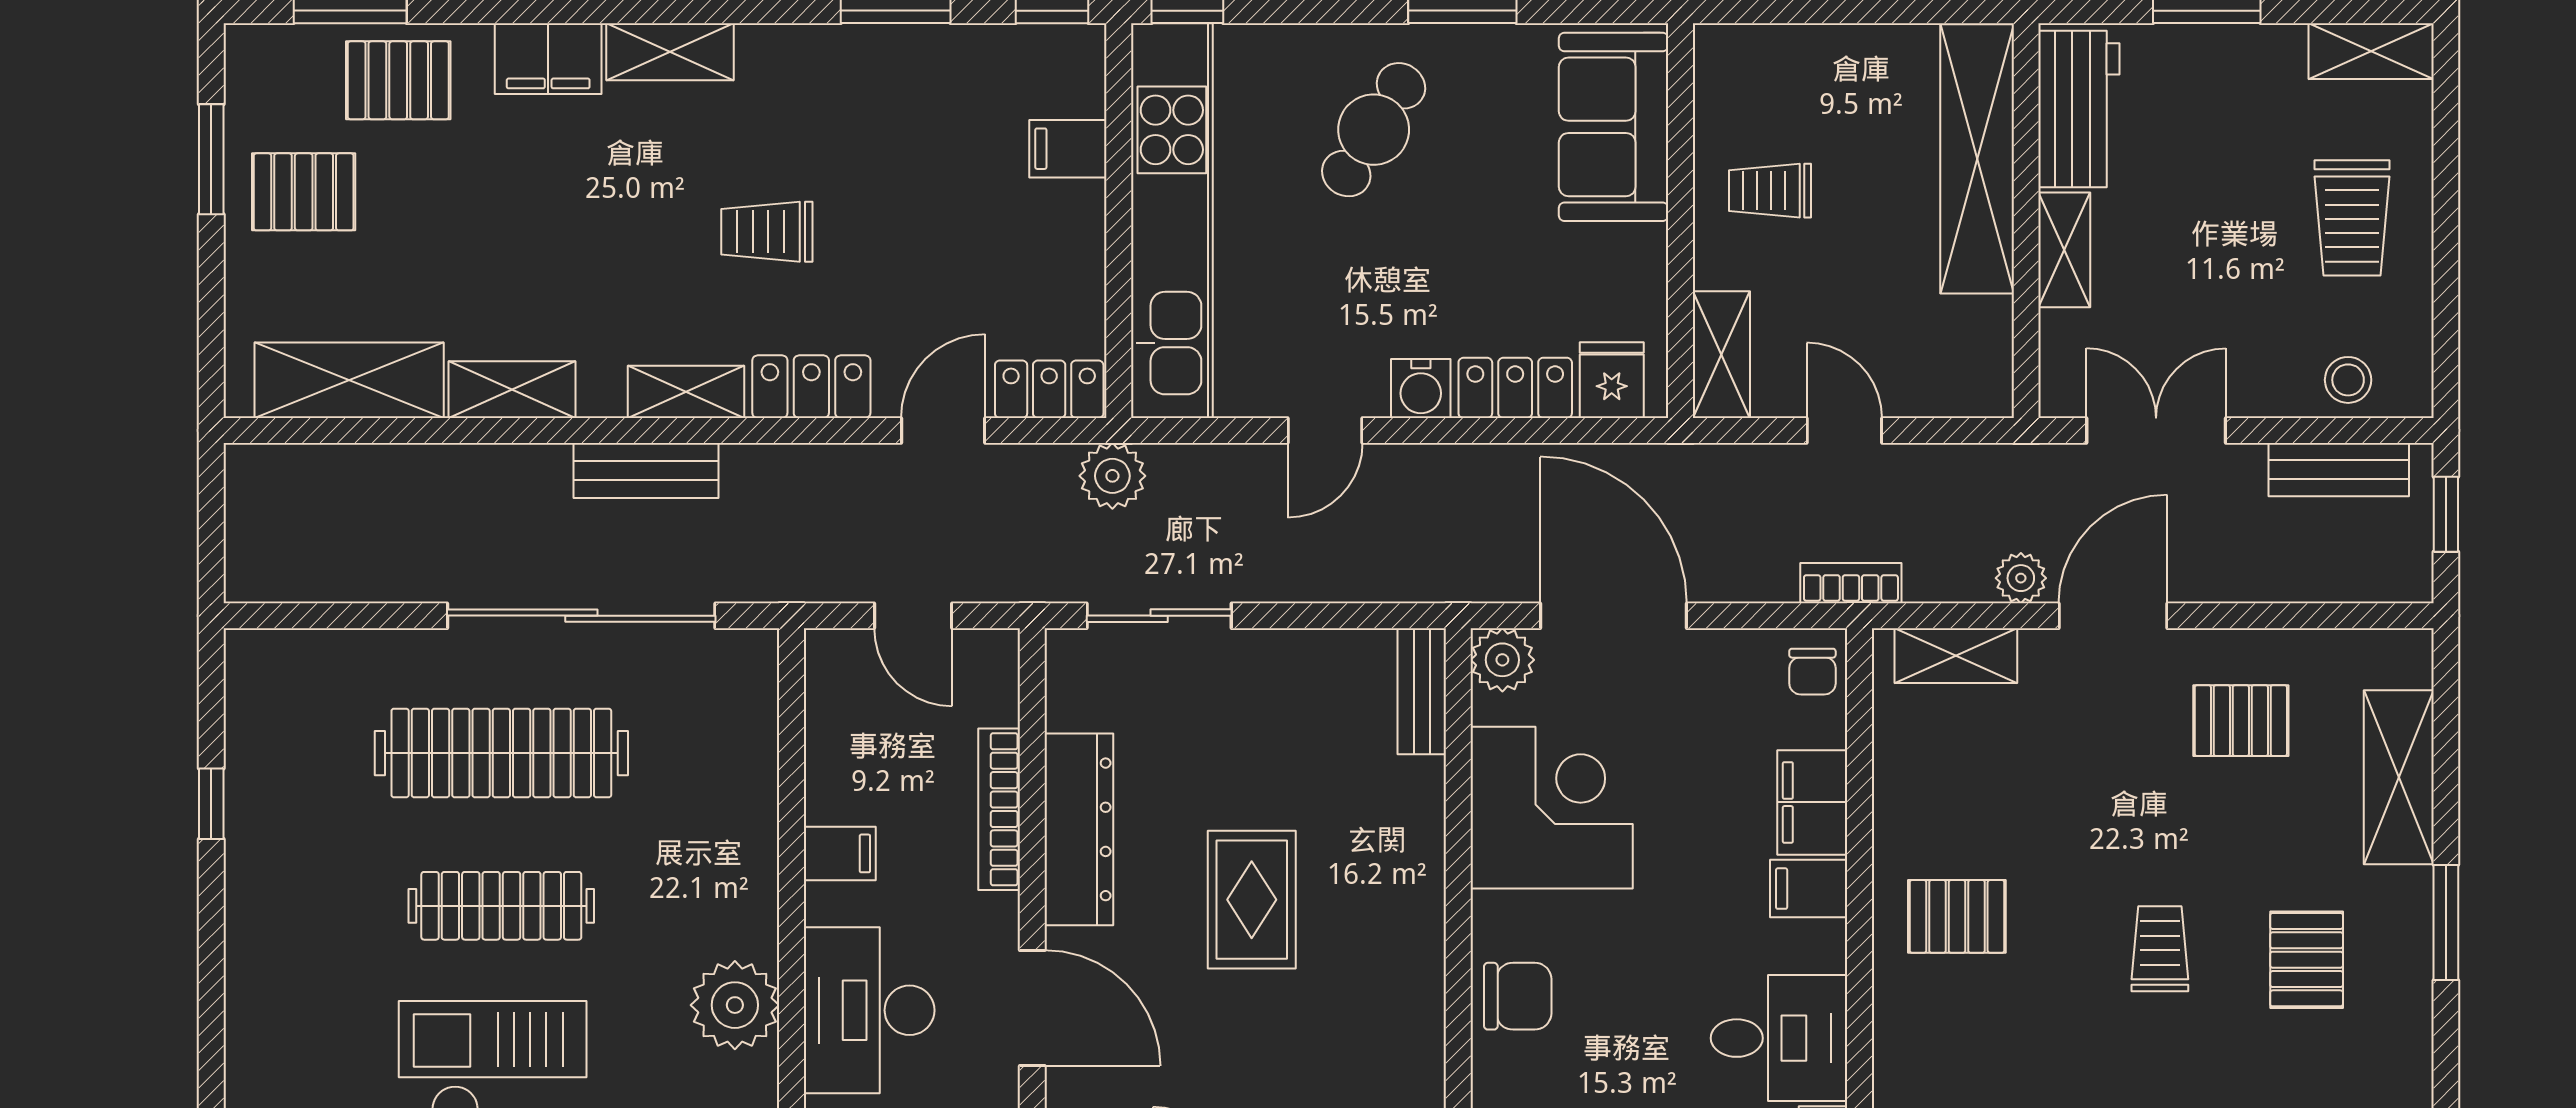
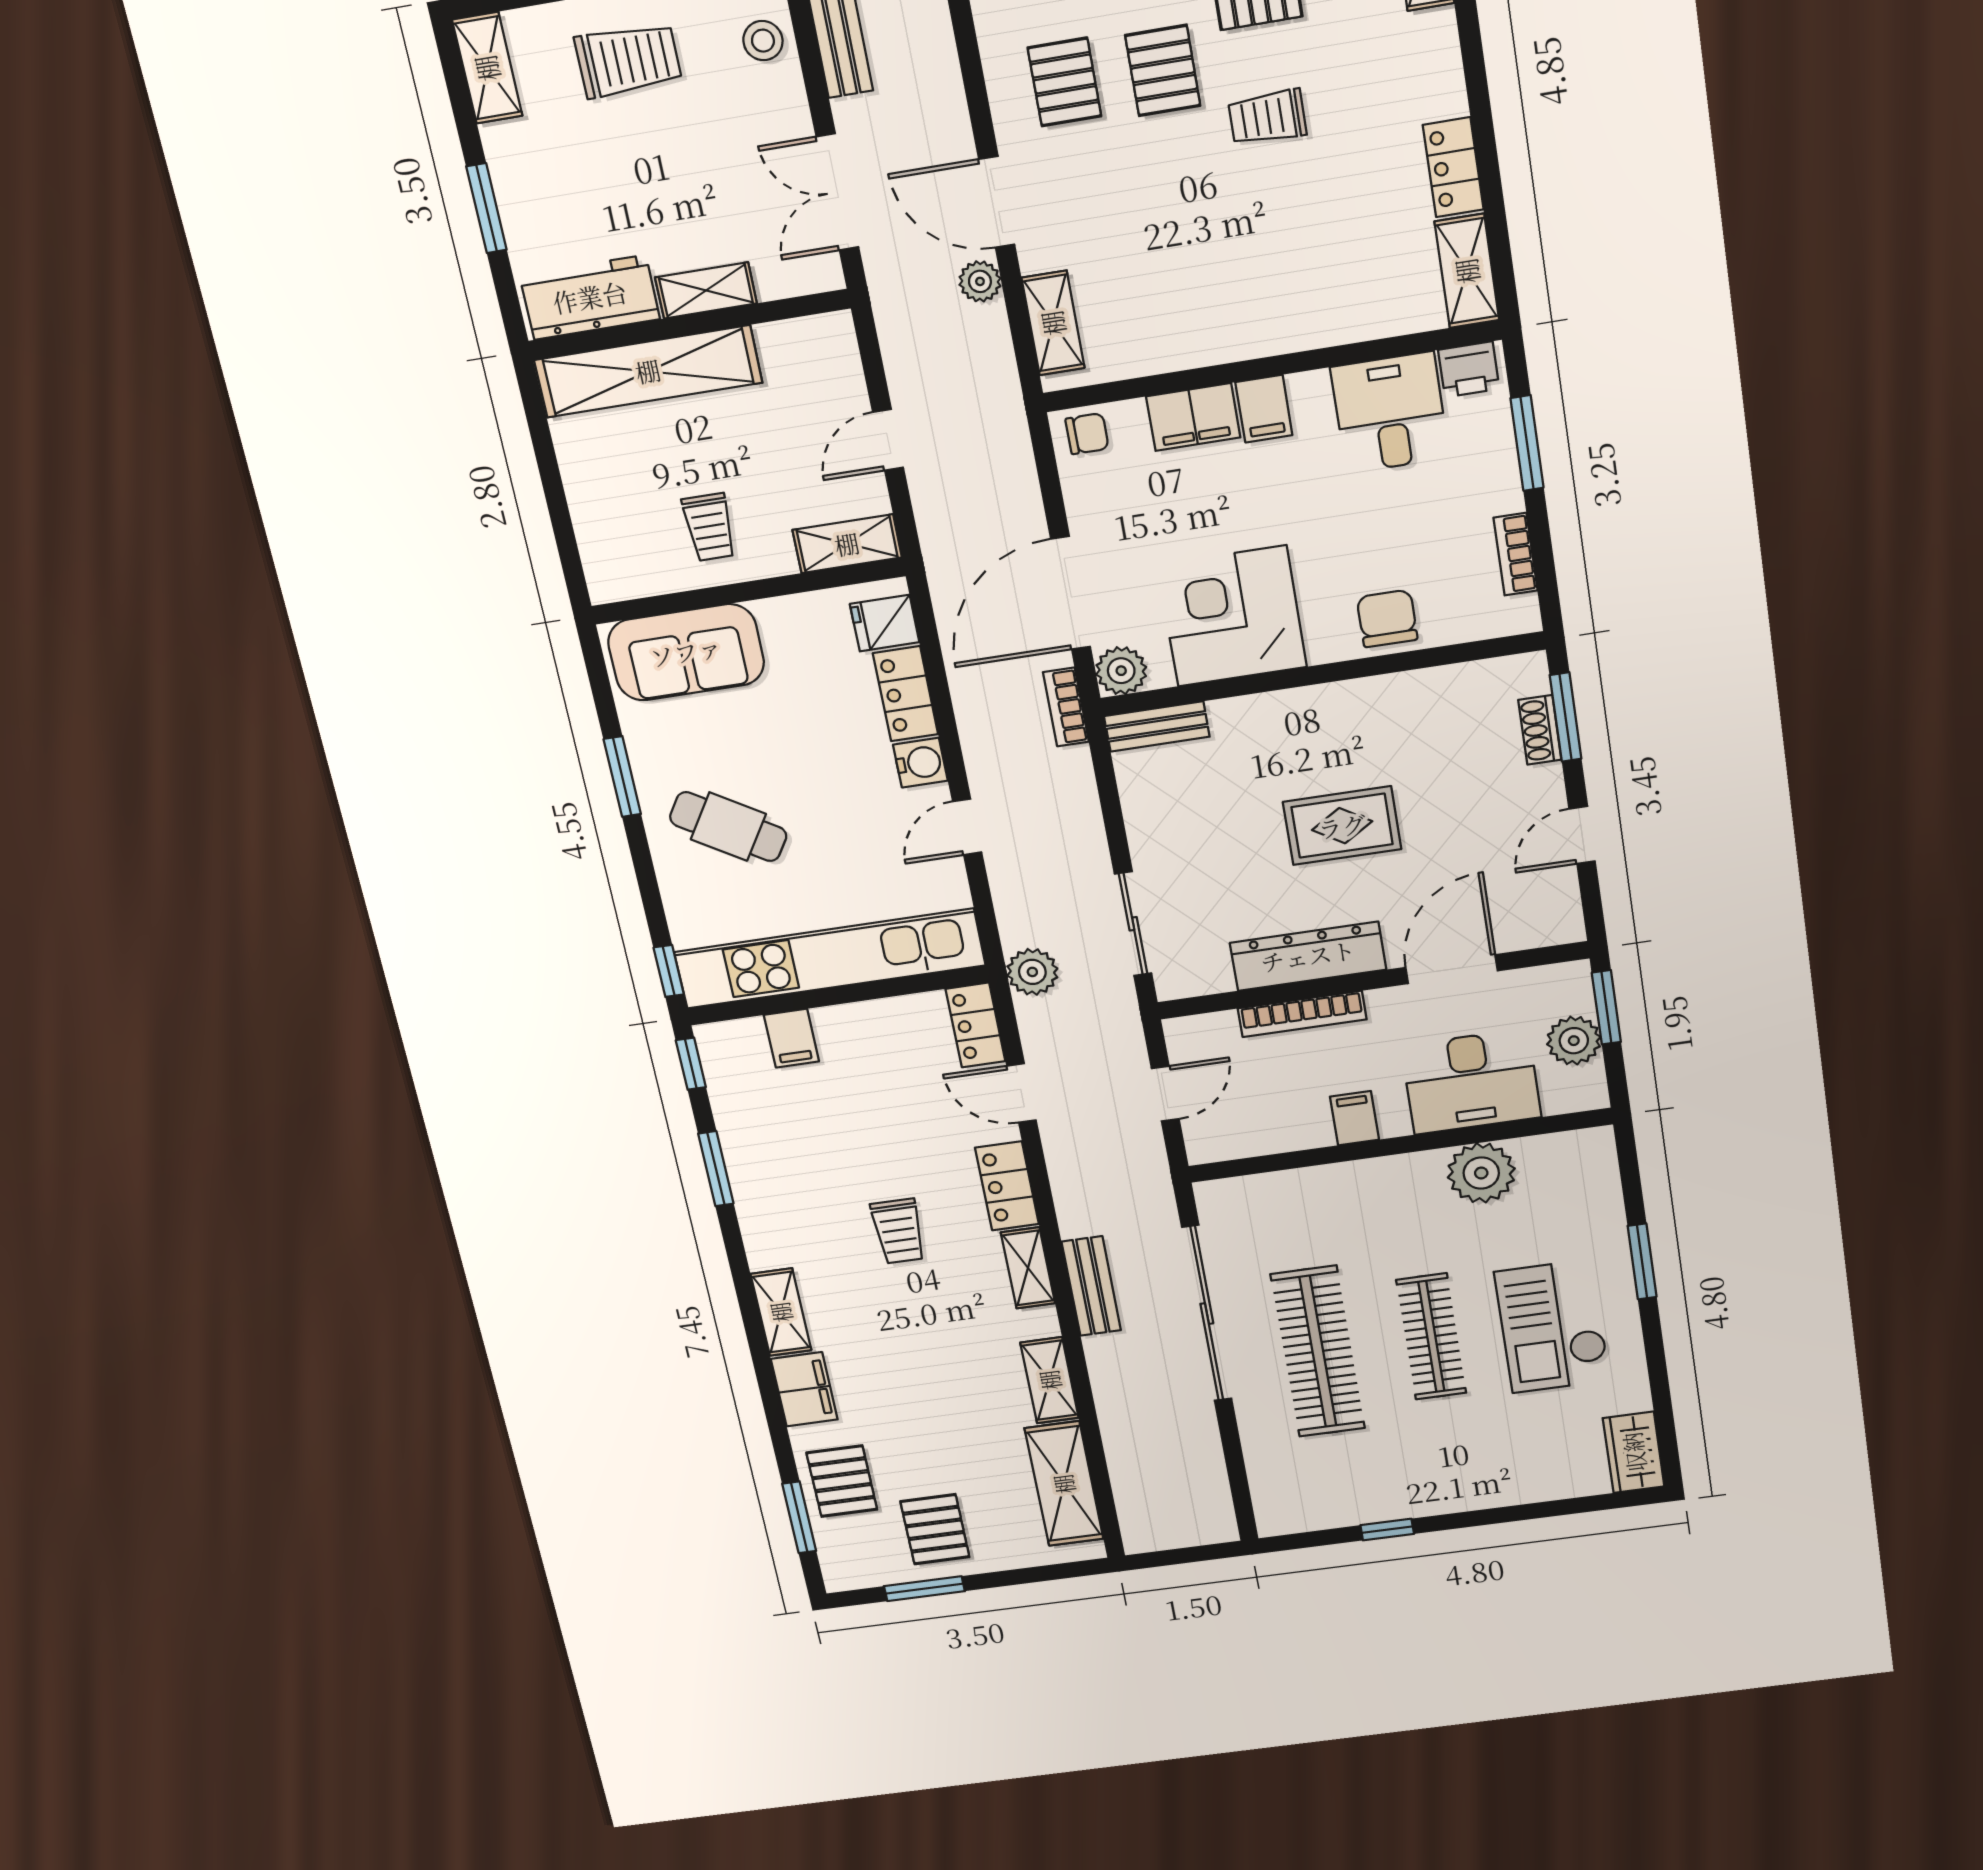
door: (1325, 430) -> (967, 827), swing flipped
bookcase: (1851, 583) -> (1066, 707), moved
pallet: (1957, 916) -> (1163, 70), moved

